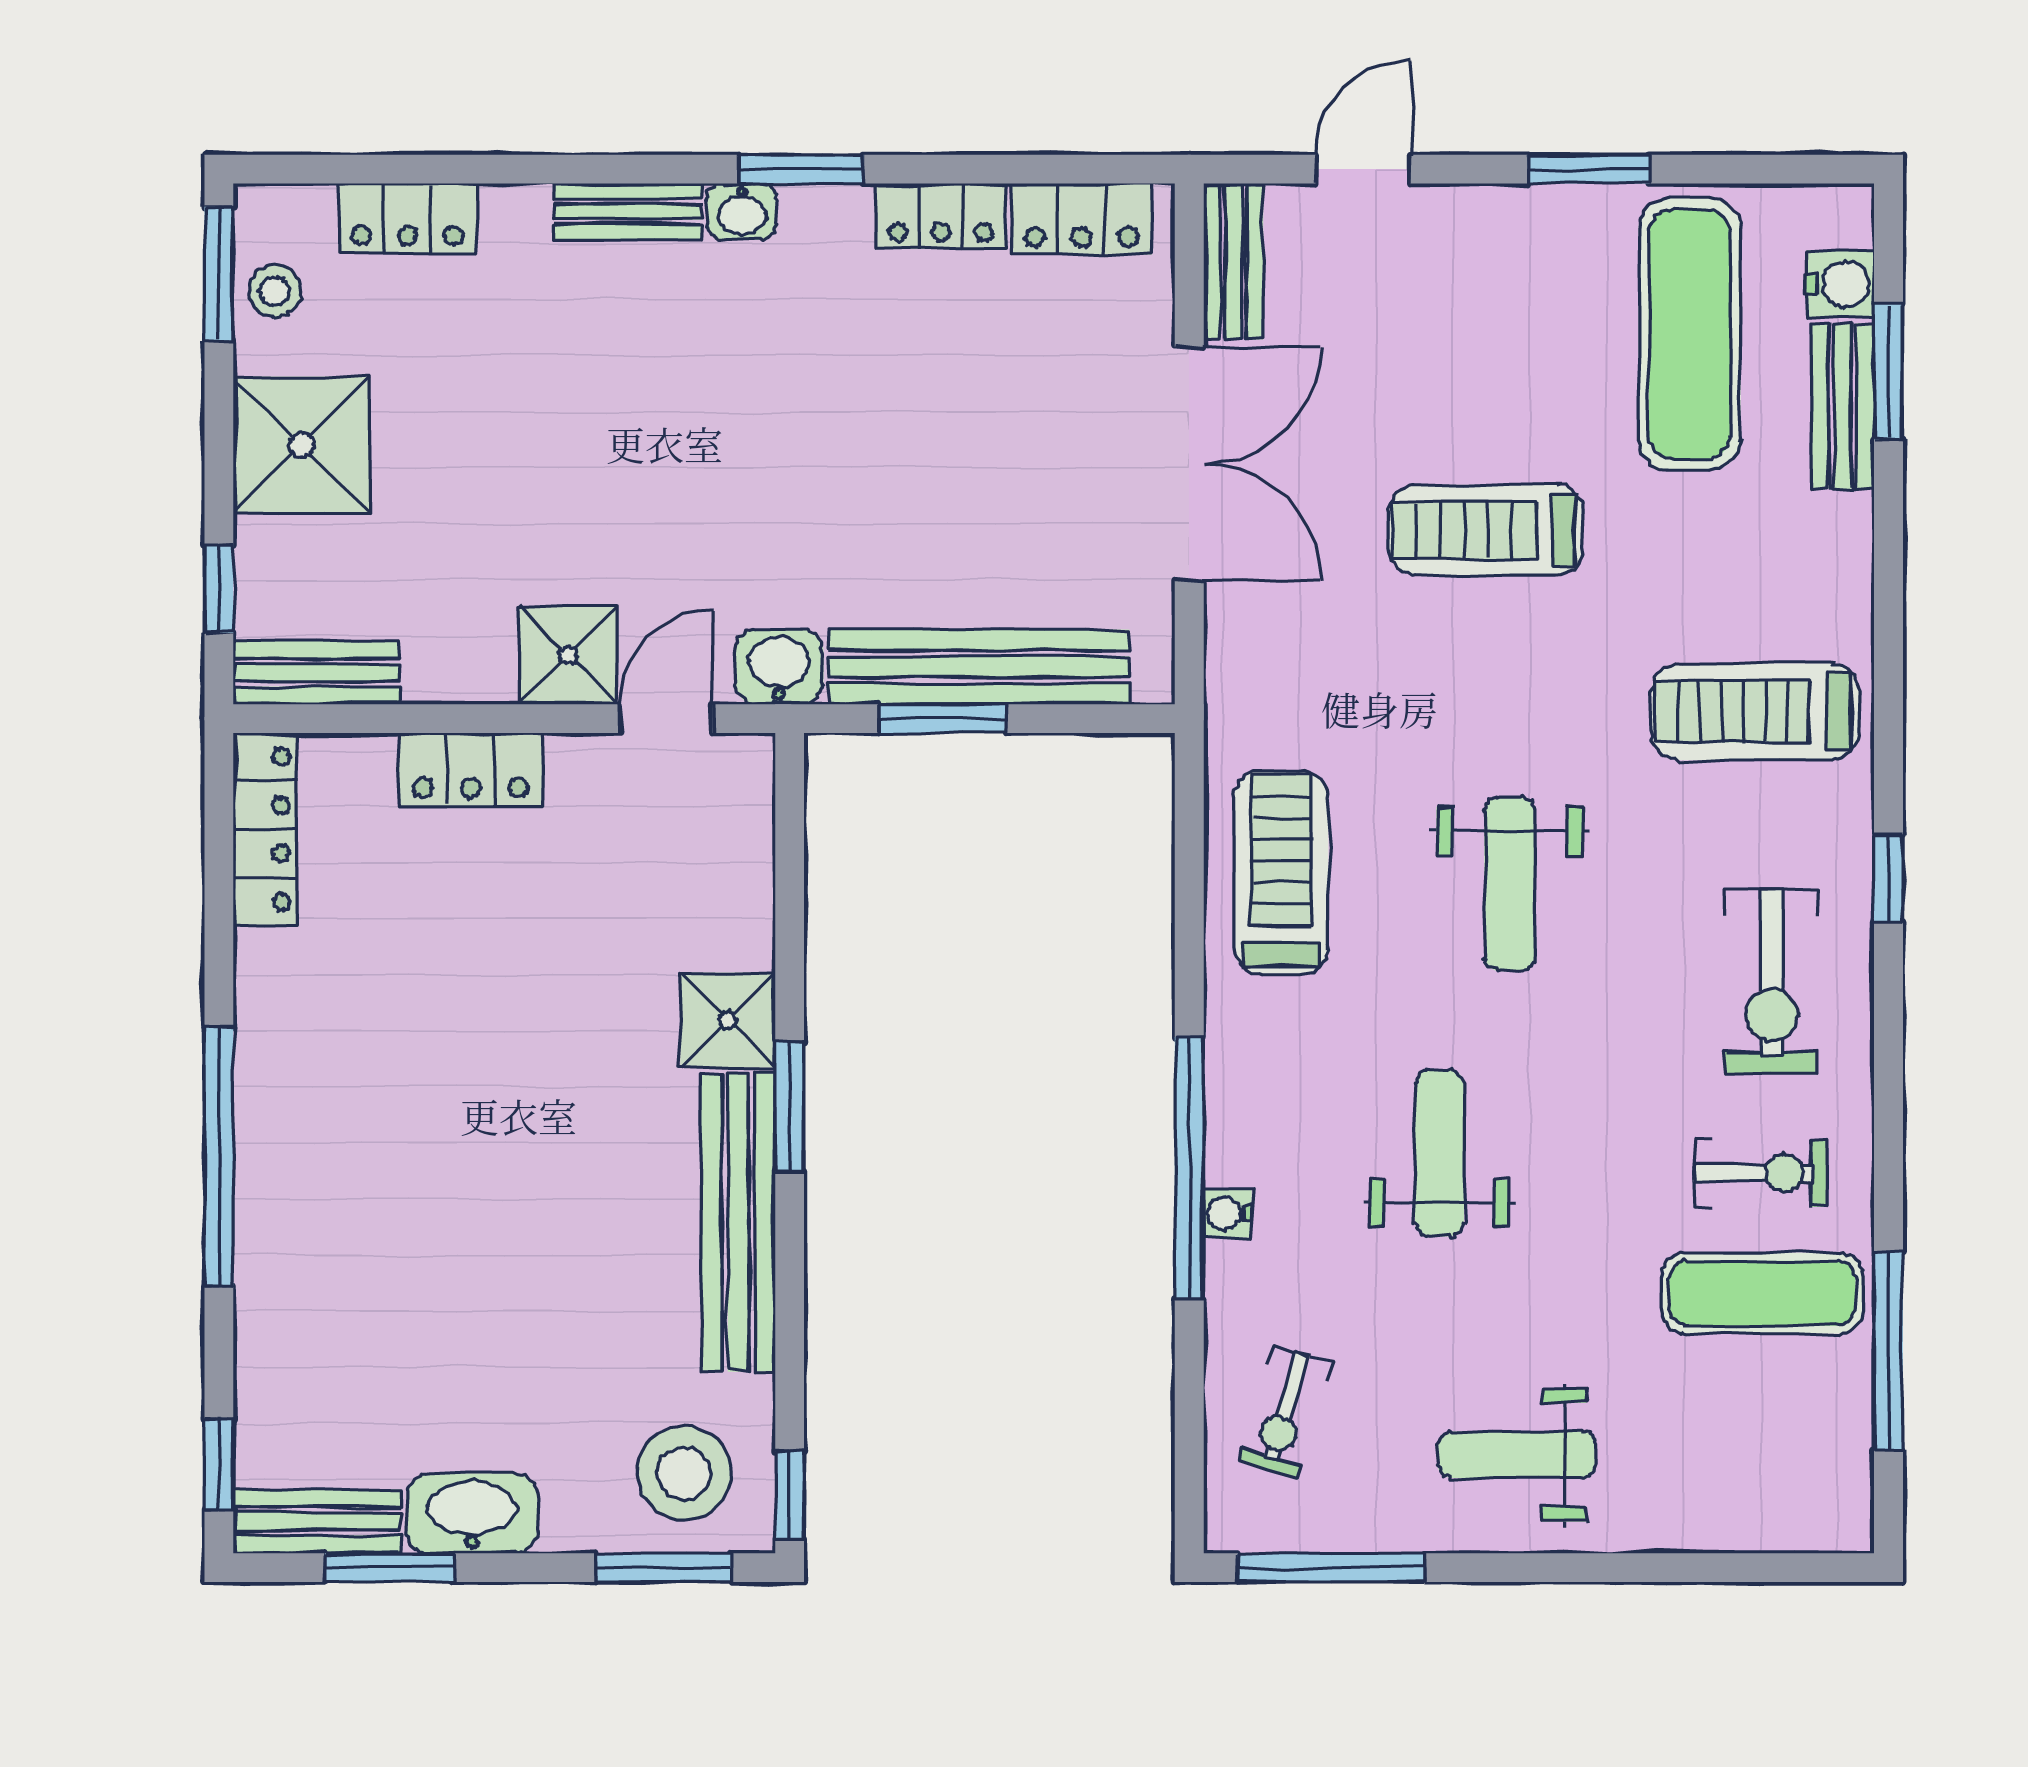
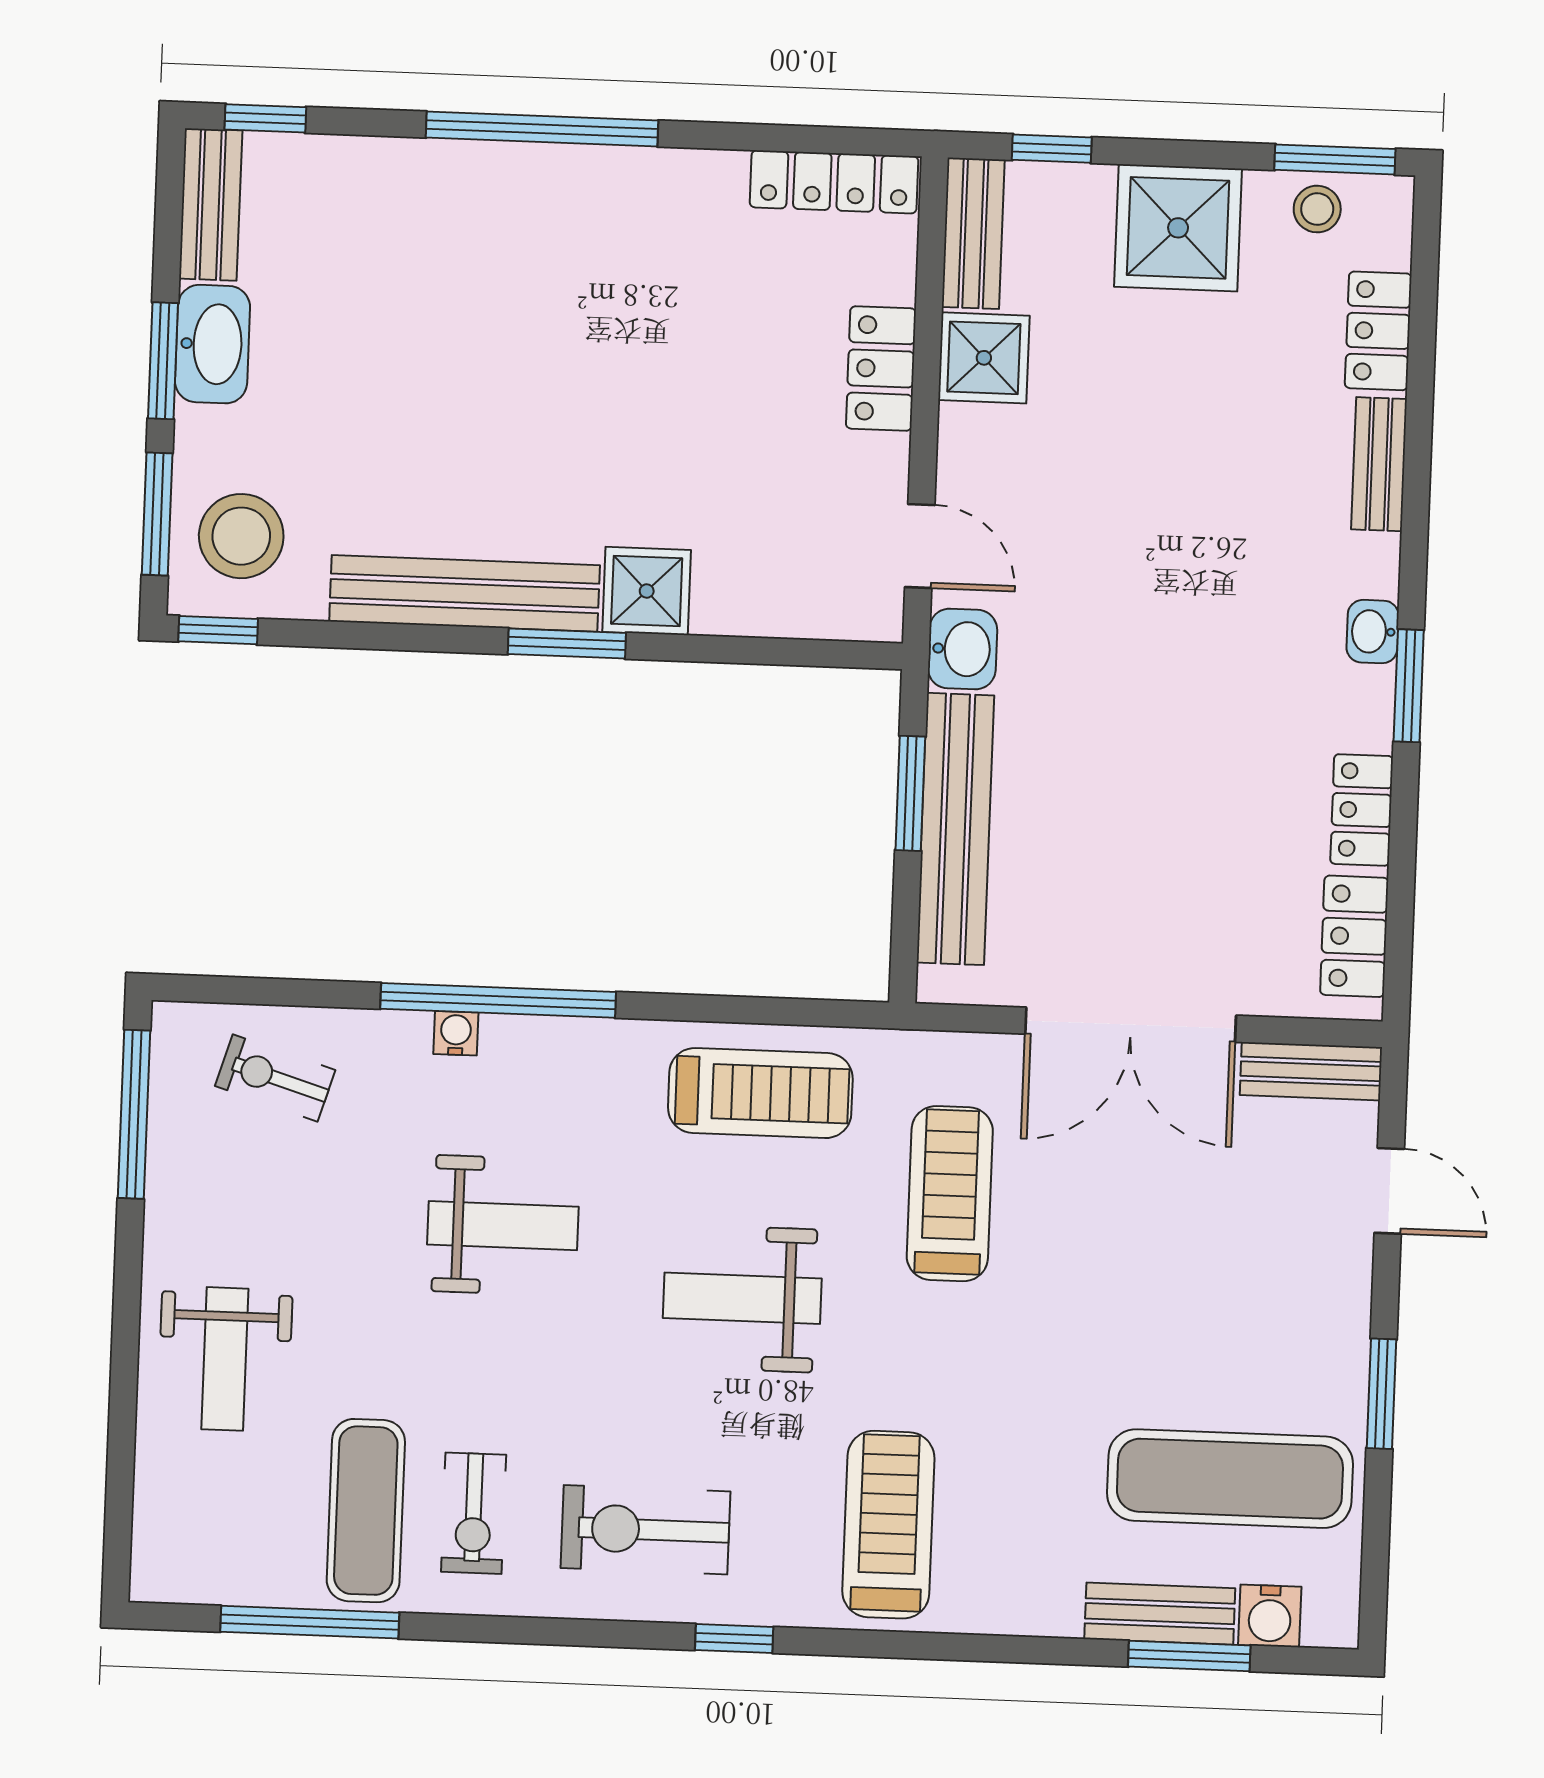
bench: (628, 212) -> (1379, 464), moved
treadmill: (1486, 530) -> (950, 1194), moved
shower: (568, 655) -> (984, 358), moved
weight bench: (1517, 1455) -> (225, 1359), moved, turned 180
window: (389, 1568) -> (163, 361), moved

